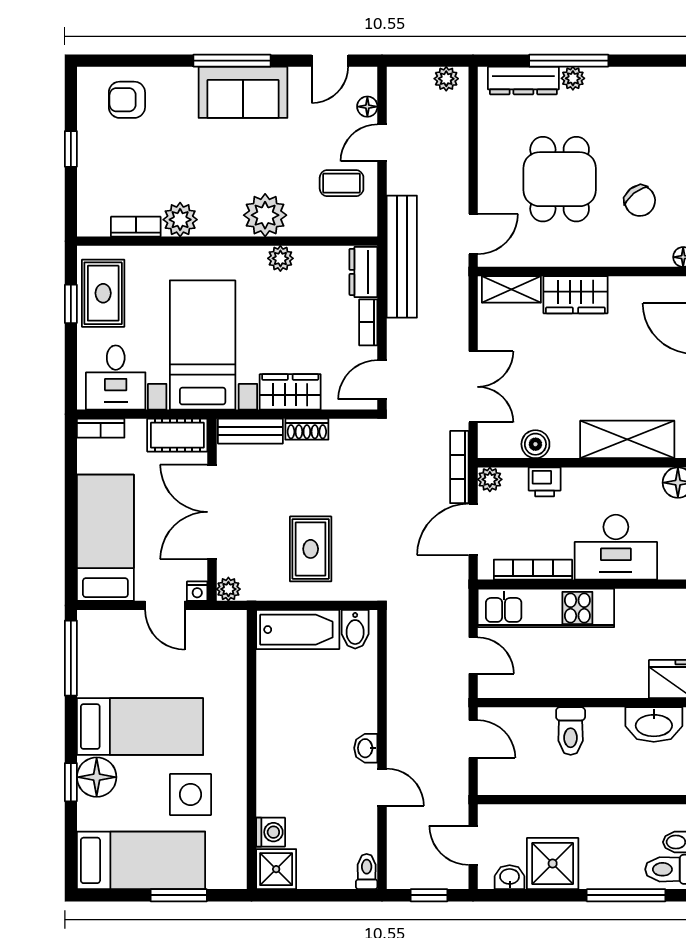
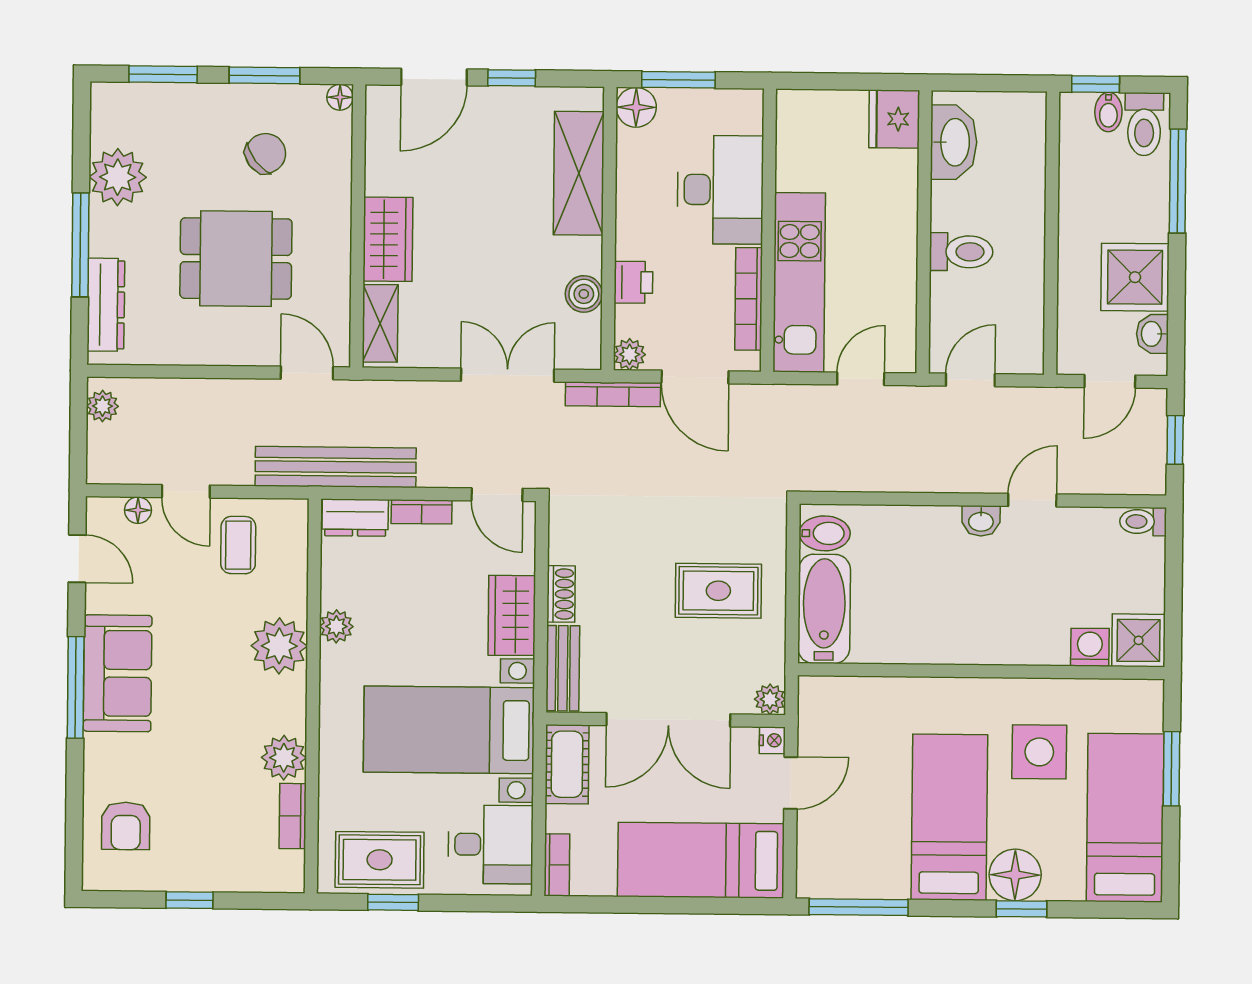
plant: (573, 78) -> (118, 177), moved, width x1.87, depth x1.87

